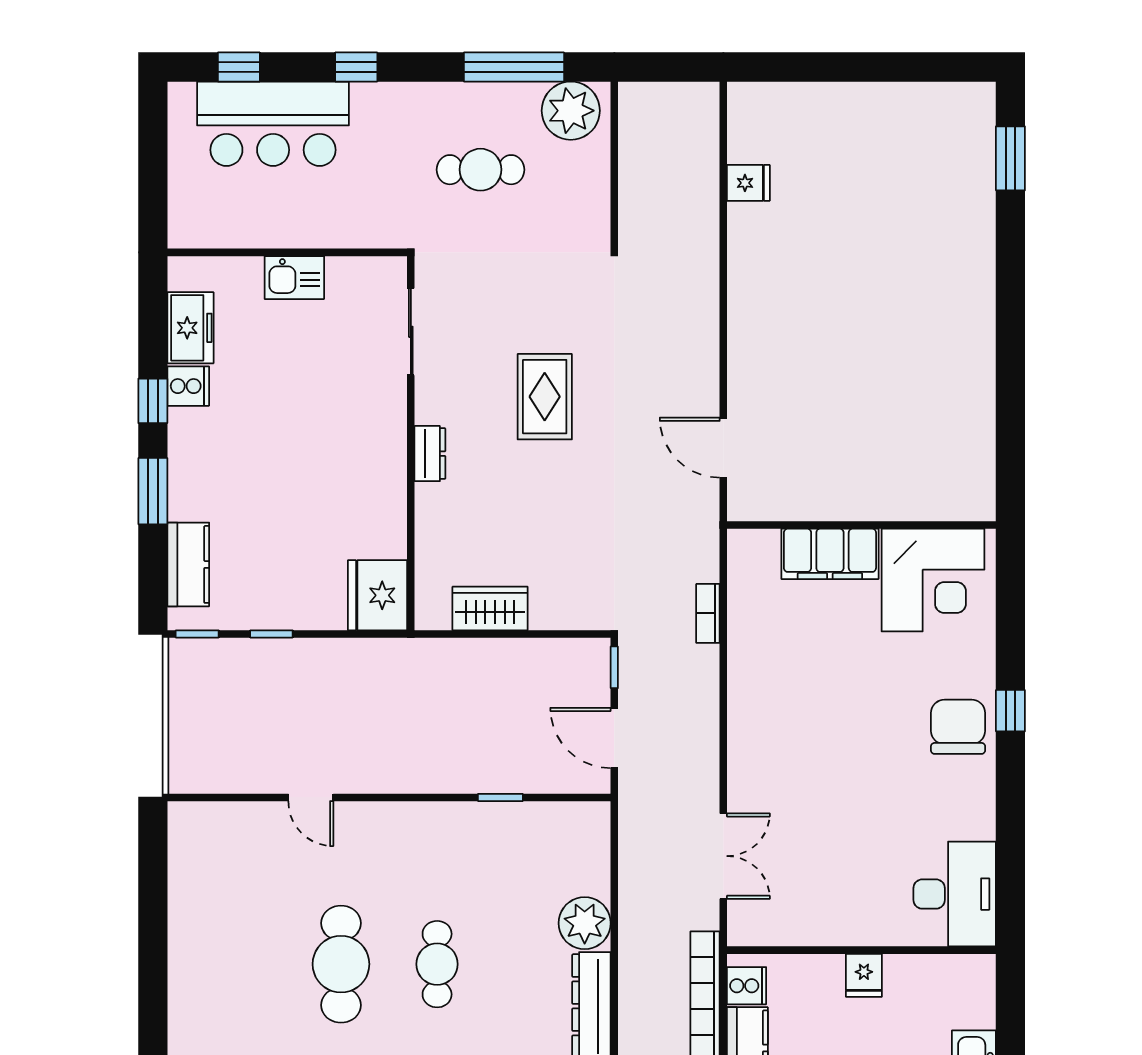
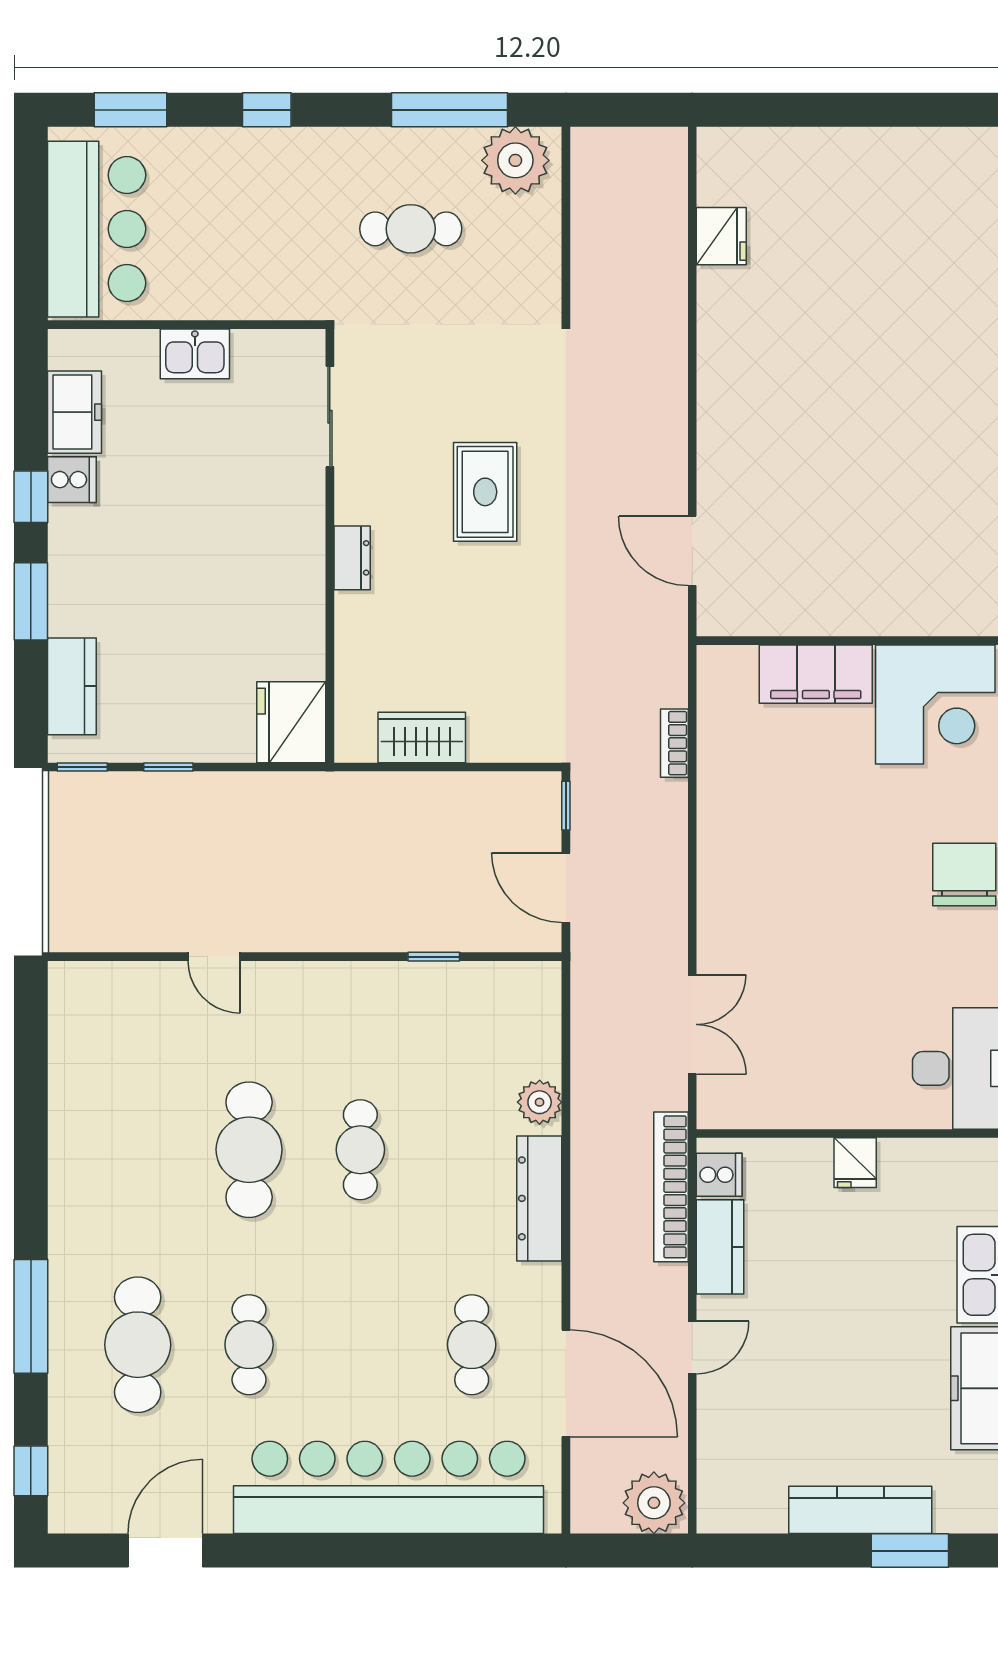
window: (239, 67) -> (131, 110), width x1.50
bar counter: (273, 124) -> (97, 229), moved, turned -90
fridge: (748, 183) -> (721, 236), width x1.38
plant: (585, 923) -> (540, 1102), width x0.73, depth x0.73

